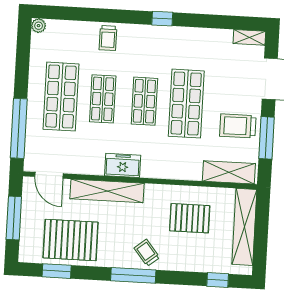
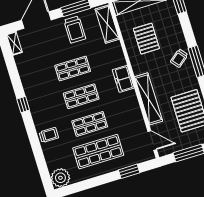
plant: (39, 26) -> (60, 178), width x1.88, depth x1.88
shop shelf: (186, 104) -> (73, 68), width x0.70, depth x0.74
window: (19, 128) -> (129, 171), width x0.47
freezer: (123, 165) -> (123, 79), moved
door: (49, 175) -> (152, 140), hinge flipped

